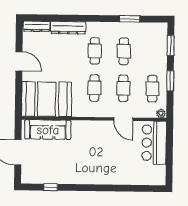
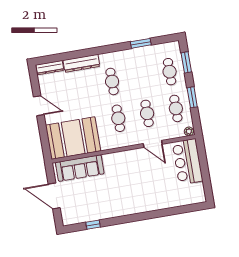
cafe table: (124, 51) -> (170, 72), moved

